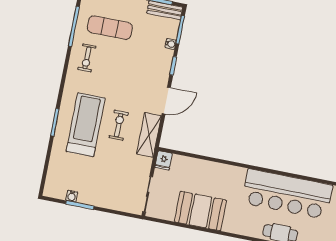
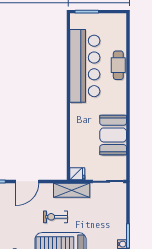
door: (166, 101) -> (27, 181), swing flipped
shelving: (149, 135) -> (72, 190), moved

